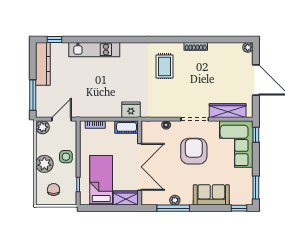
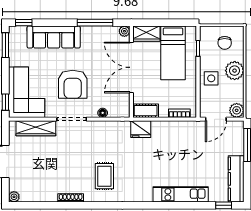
sofa: (211, 195) -> (54, 37), width x1.36
plant: (175, 200) -> (124, 31), moved

